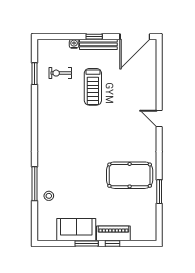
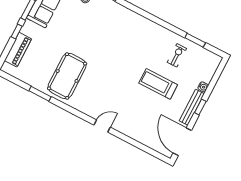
exercise bike: (60, 73) -> (177, 55), moved
piano: (113, 233) -> (18, 50), moved

